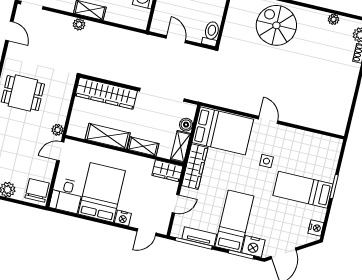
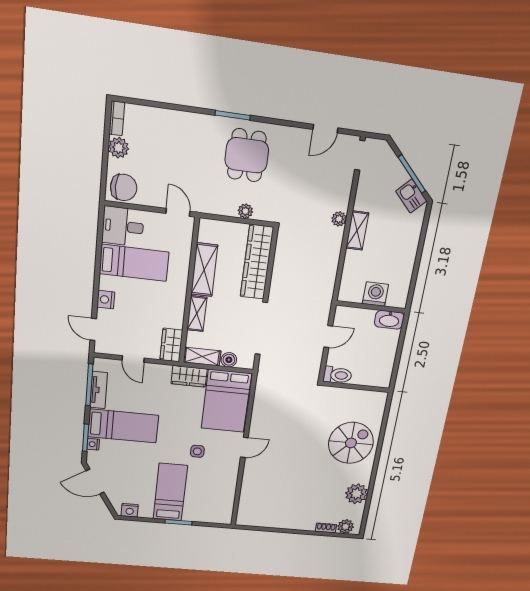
plant: (333, 19) -> (357, 494), width x1.87, depth x1.87
plant: (58, 130) -> (245, 211), moved
wardrobe: (195, 167) -> (189, 376), width x0.67
bed: (102, 192) -> (134, 263), width x0.67
nightstand: (253, 246) -> (93, 444), width x0.53, depth x0.56

